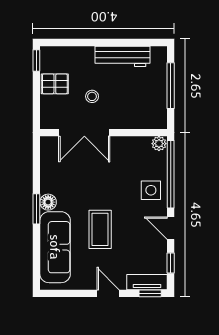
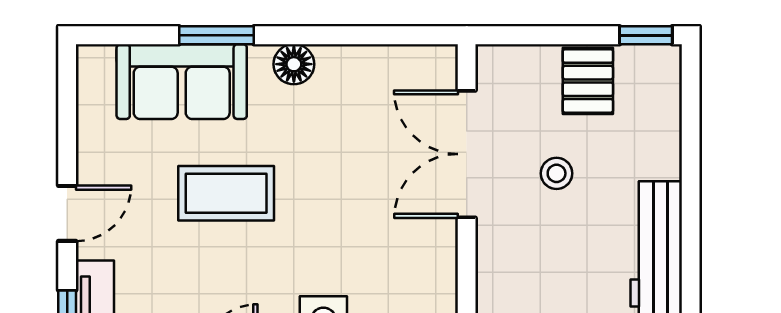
window: (36, 209) -> (216, 35), moved
sofa: (55, 247) -> (182, 82), width x0.73

